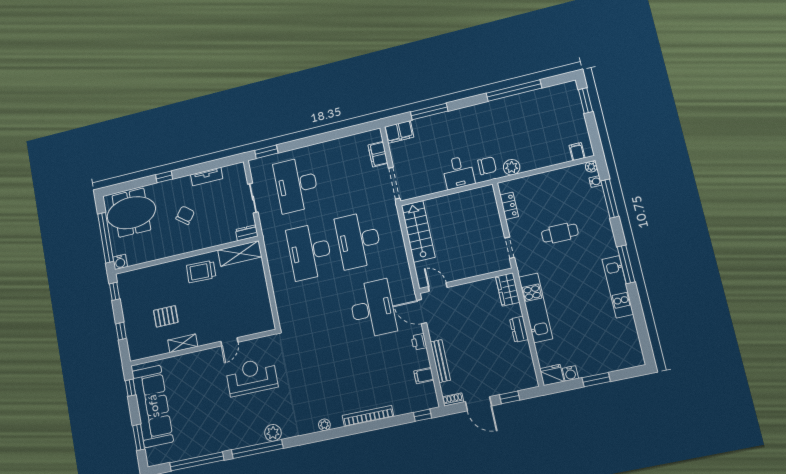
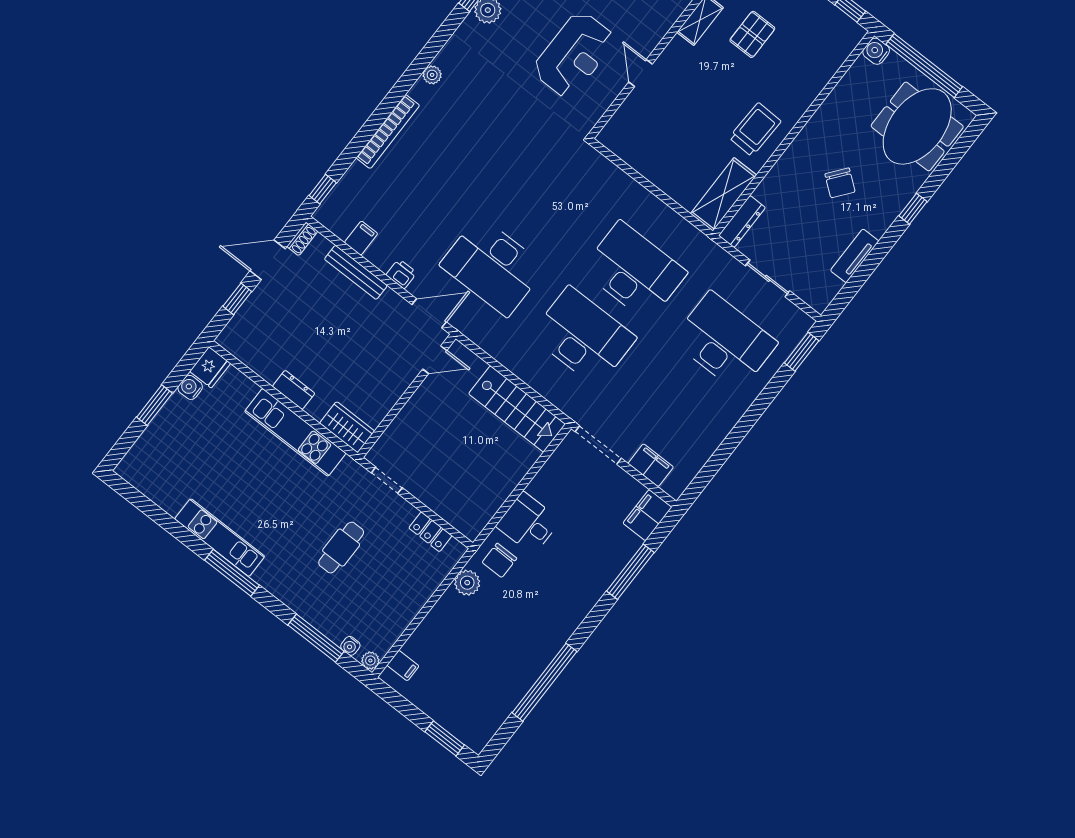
dresser: (247, 233) -> (742, 221), width x1.44

